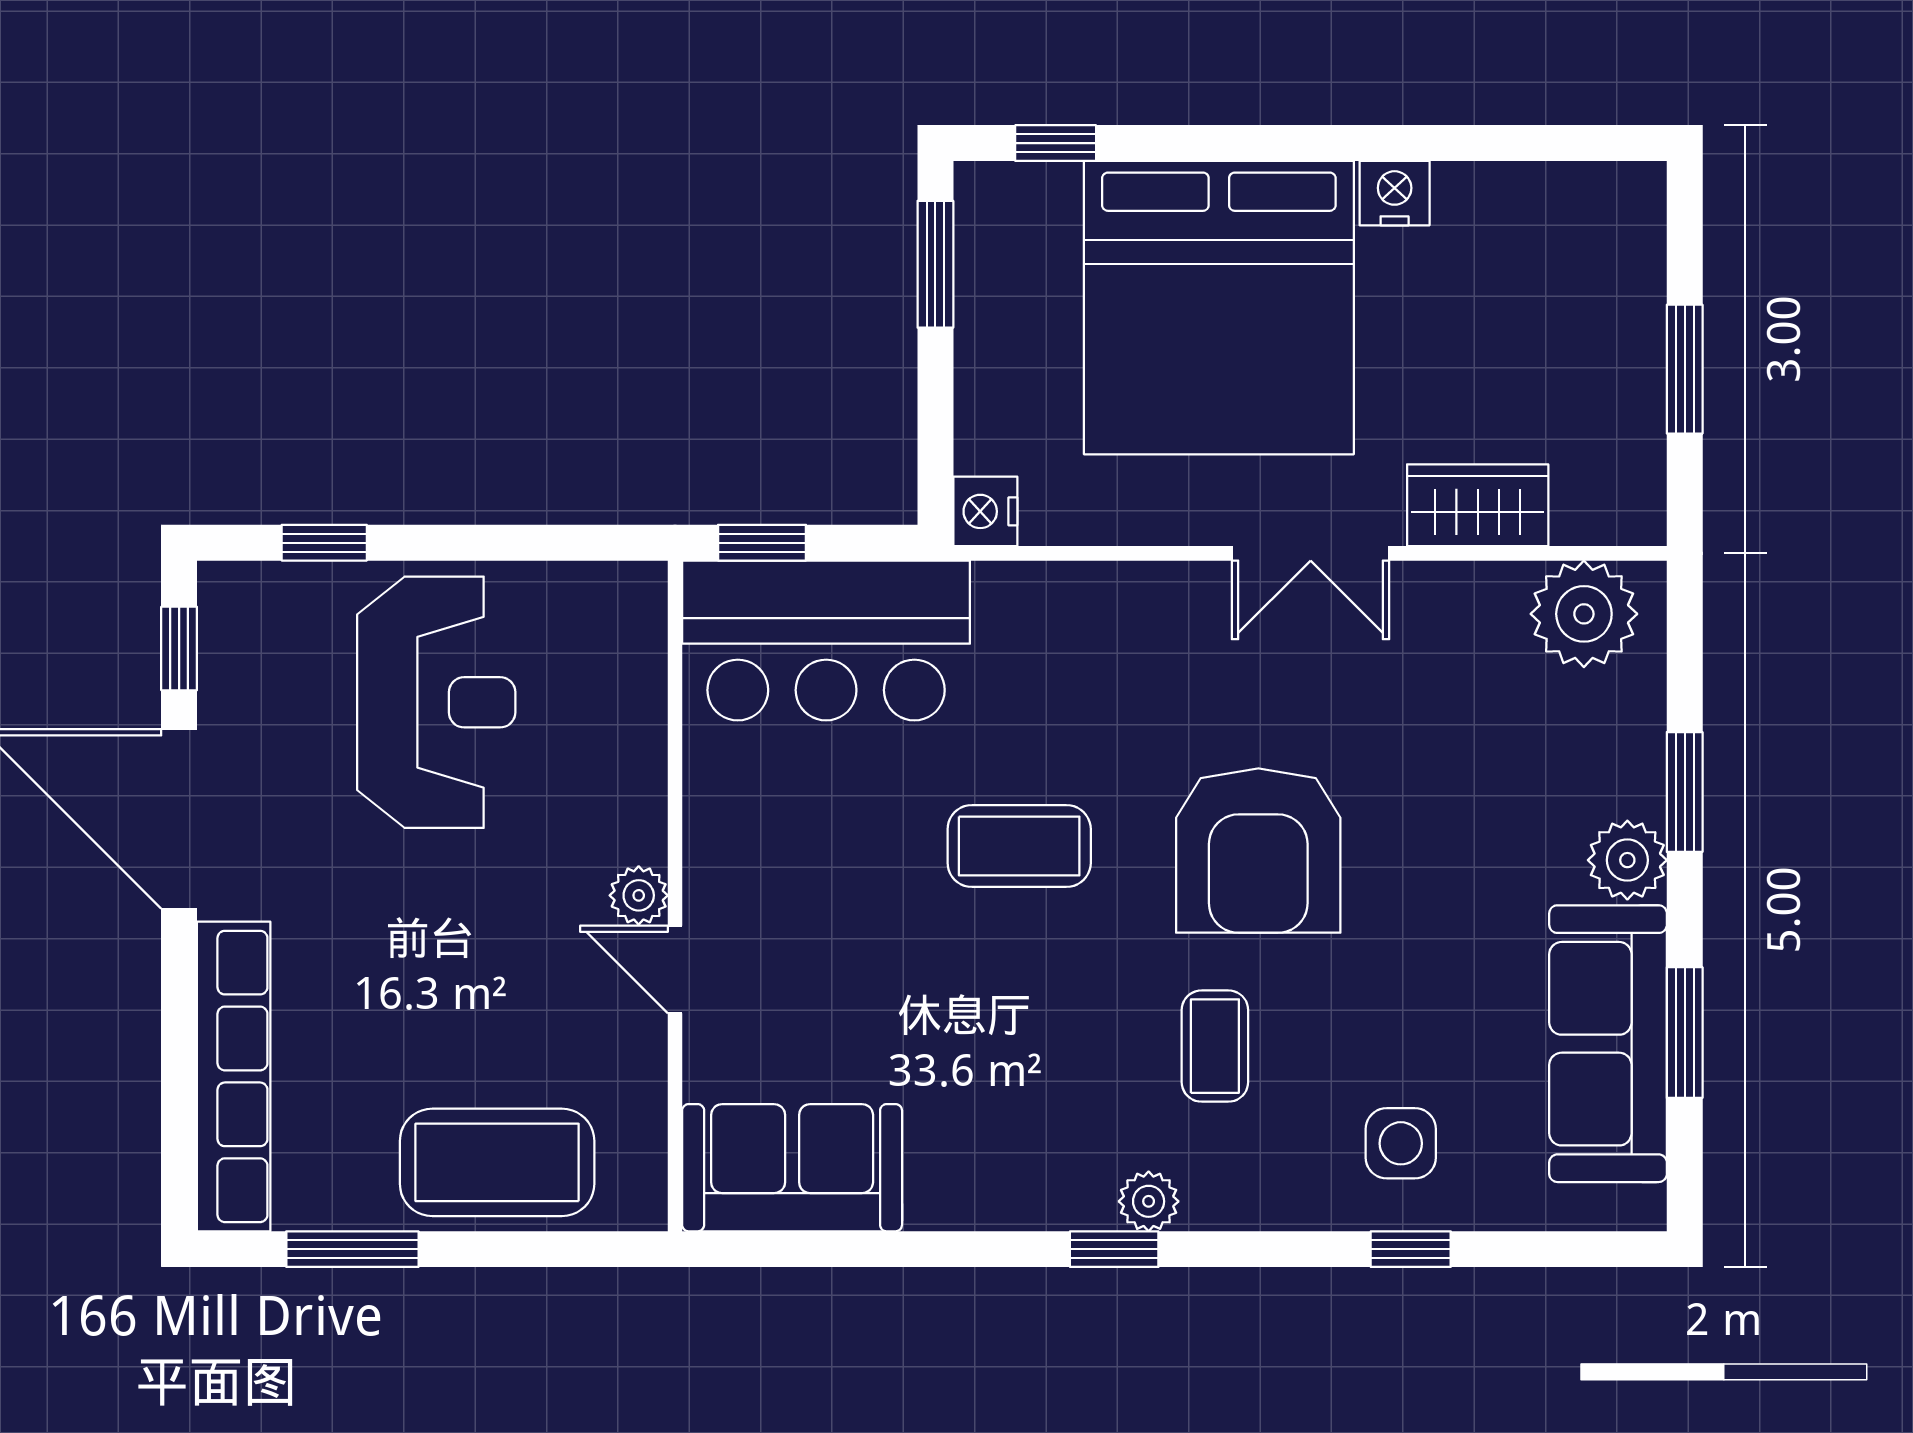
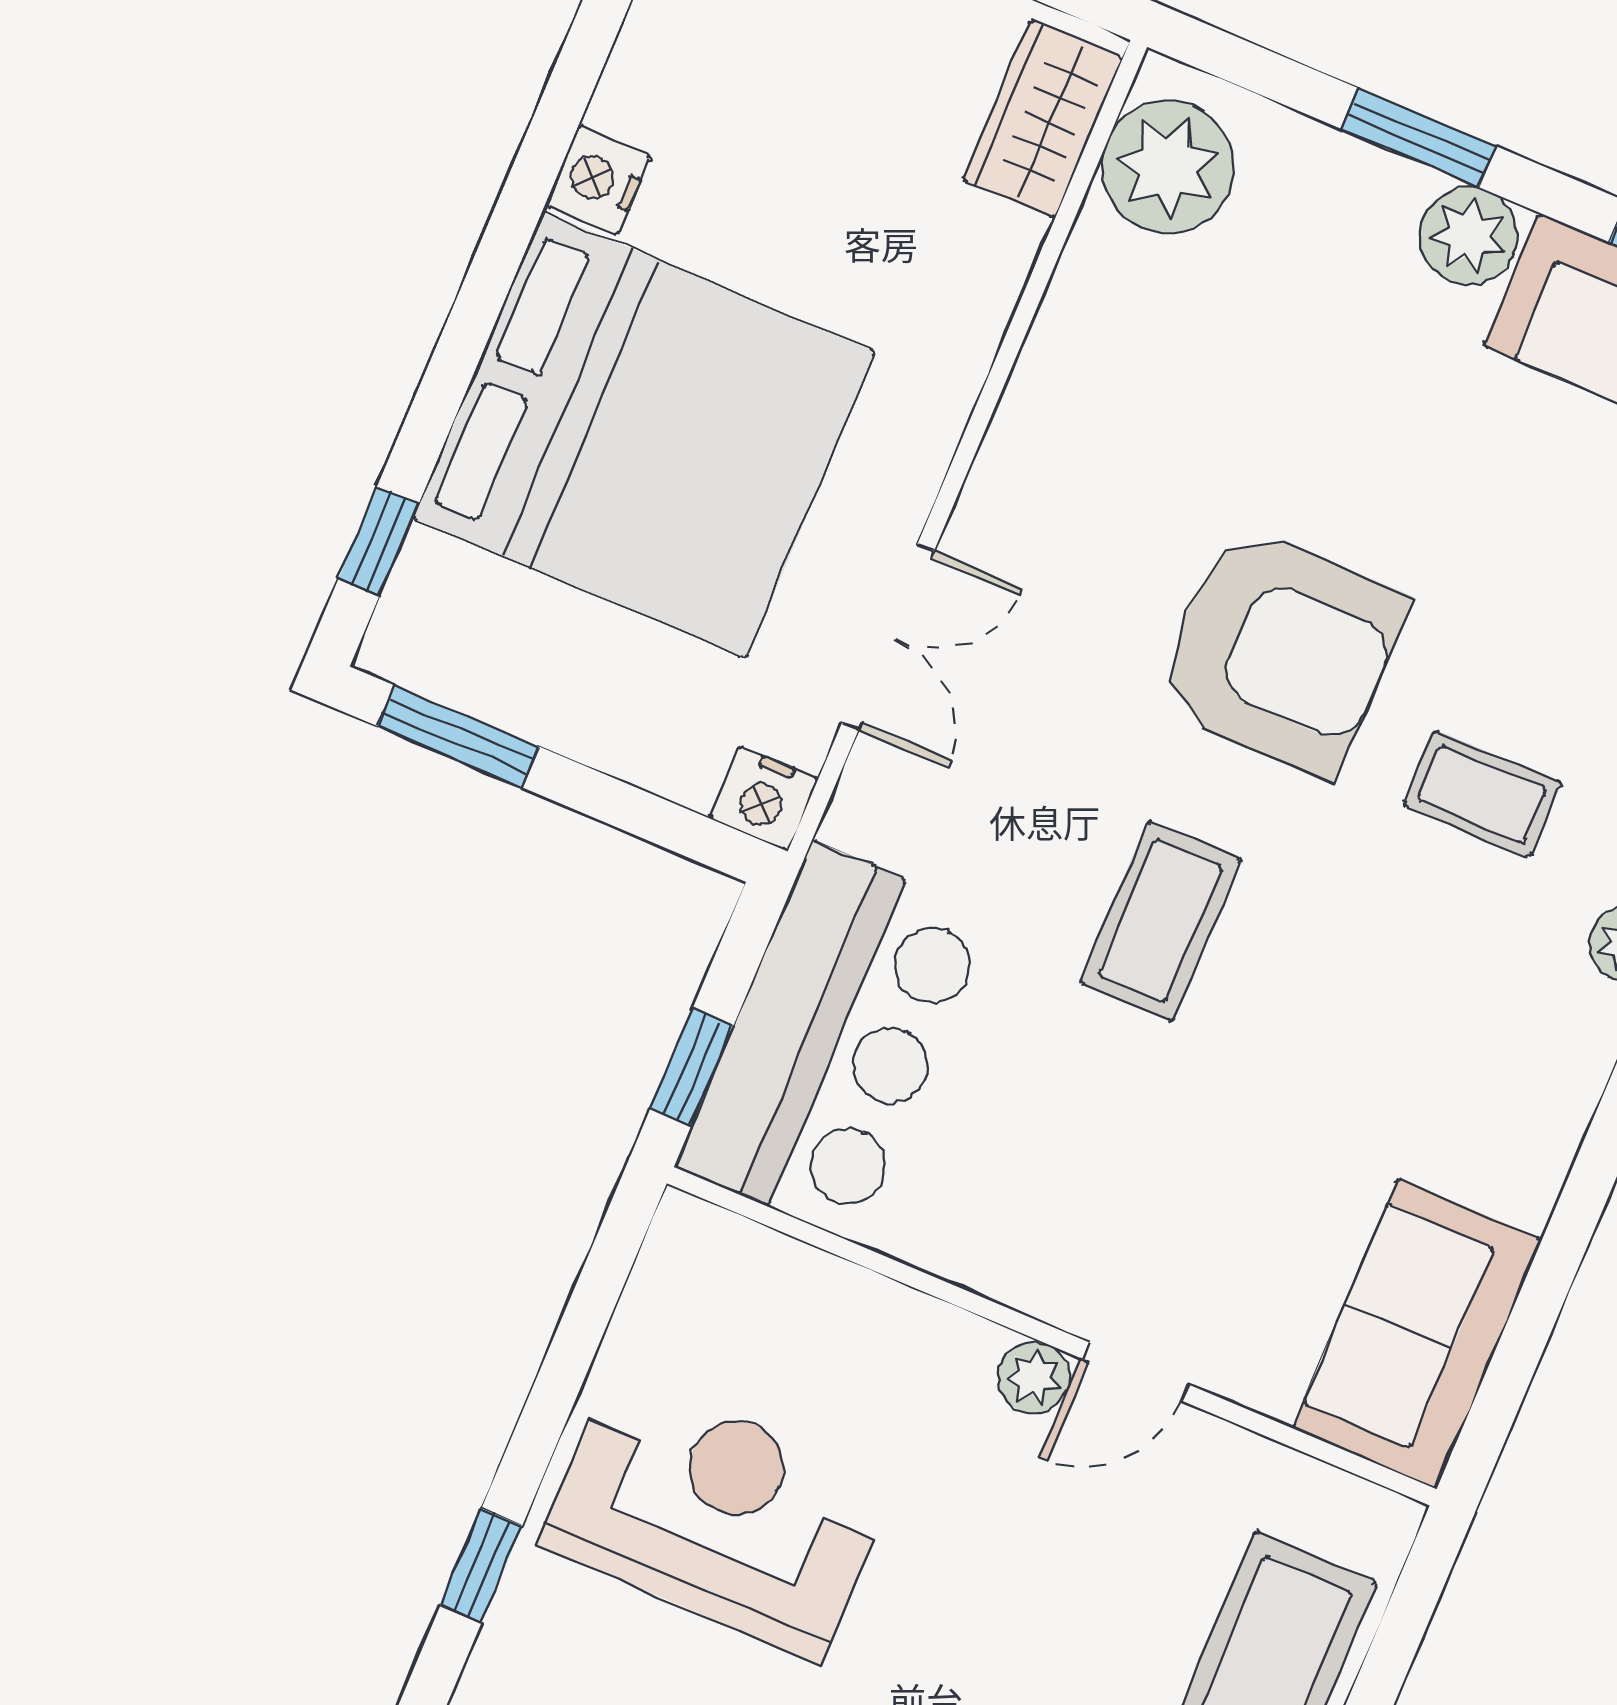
wardrobe: (1478, 505) -> (1042, 119), moved
double door: (1311, 553) -> (888, 637), moved

